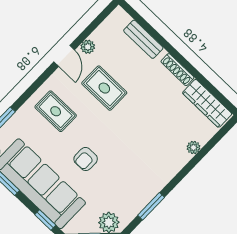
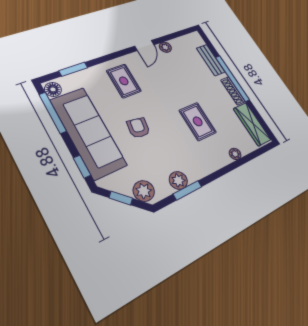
window: (174, 53) -> (232, 78), added
rug: (104, 88) -> (198, 121), moved
armchair: (86, 159) -> (138, 128), turned 99
plant: (140, 200) -> (178, 180), added

